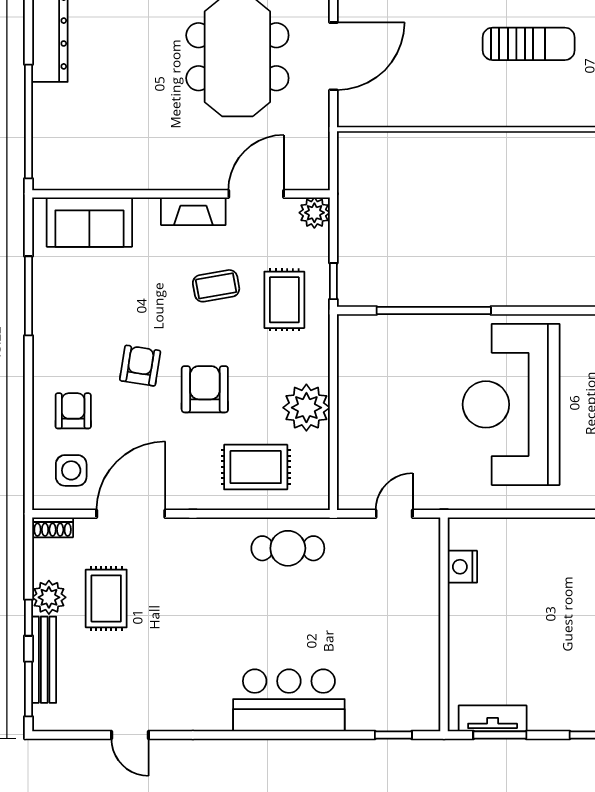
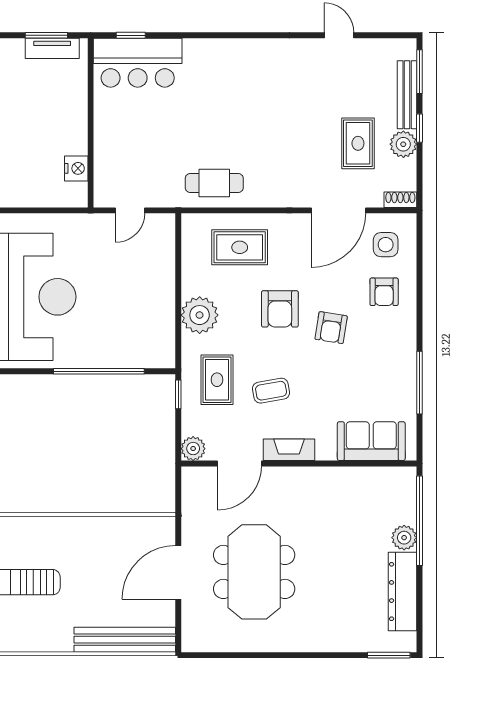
plant: (48, 100) -> (404, 538), added
plant: (306, 408) -> (200, 315), moved
bar counter: (289, 700) -> (138, 63), moved

